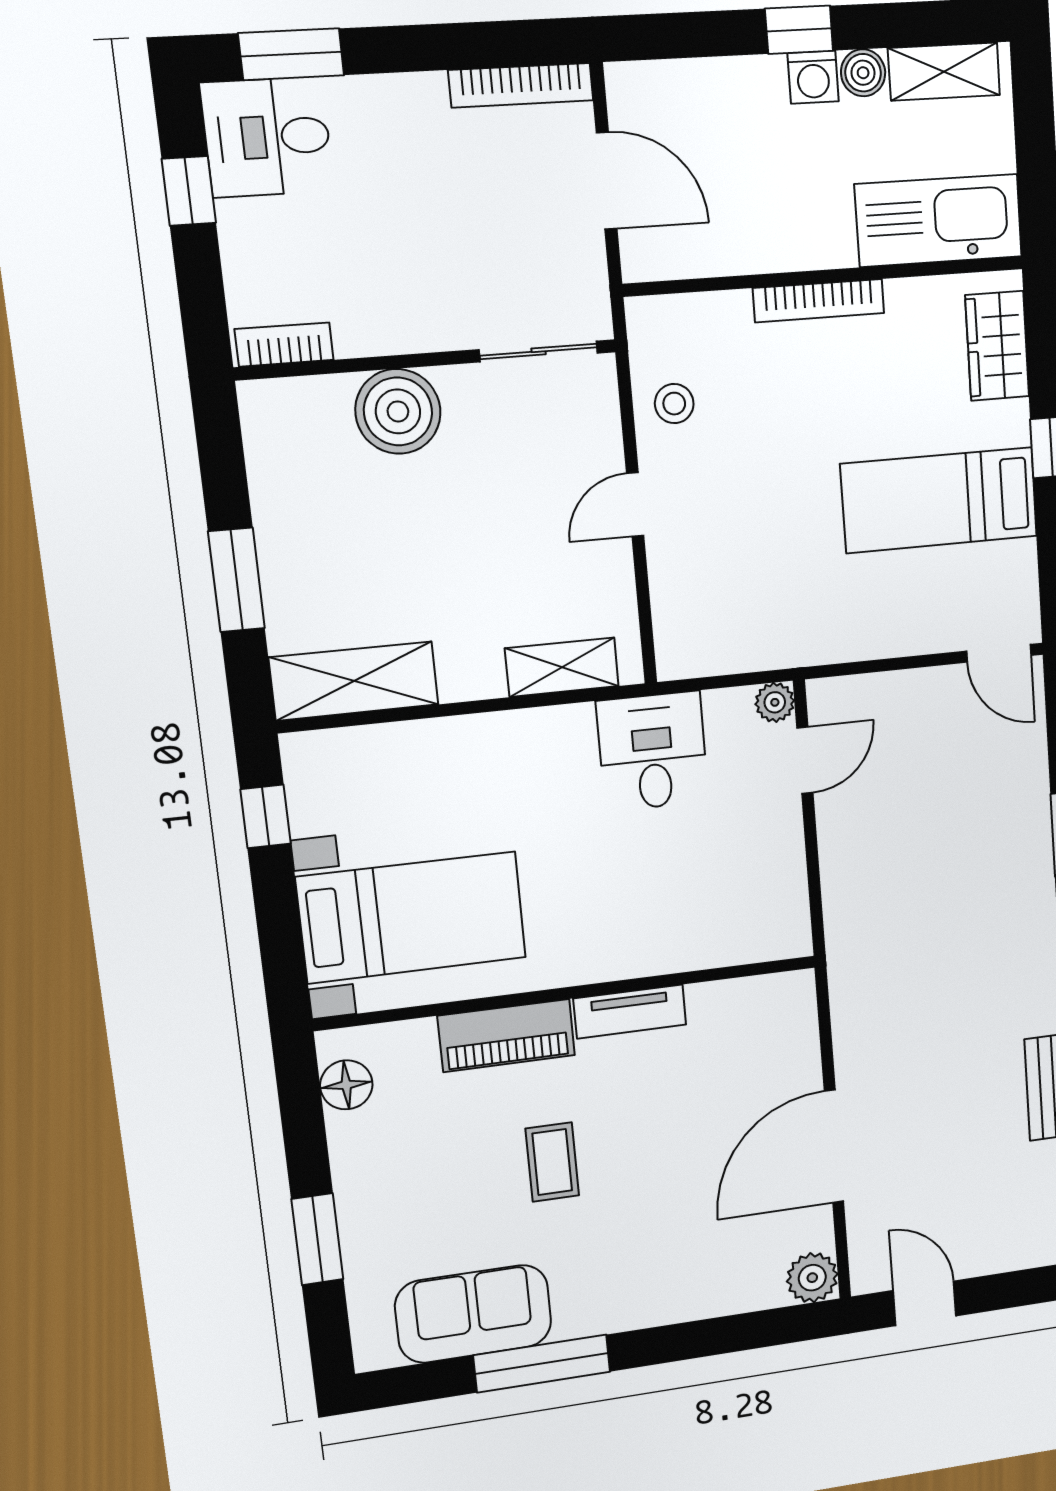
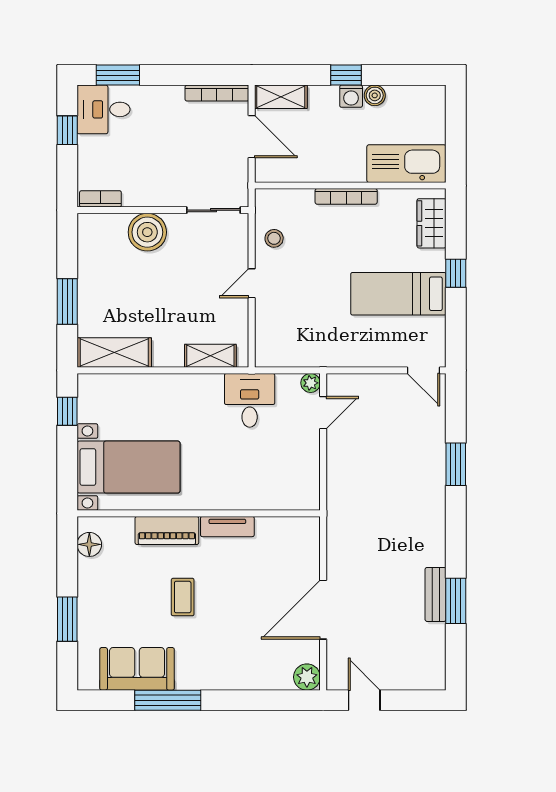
shelving: (944, 72) -> (281, 97), moved

